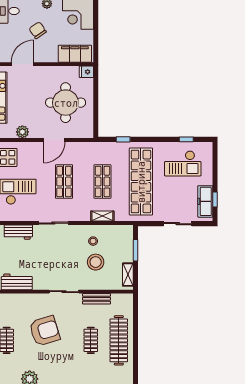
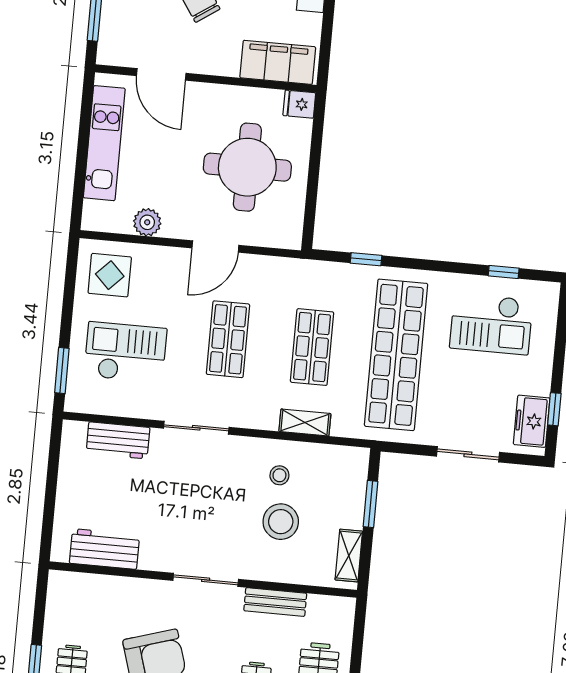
door: (23, 64) -> (161, 74), swing flipped
freezer: (205, 201) -> (532, 421), width x0.71

